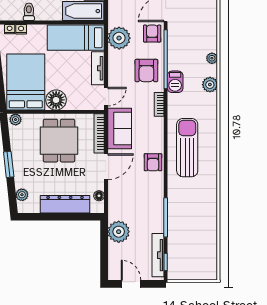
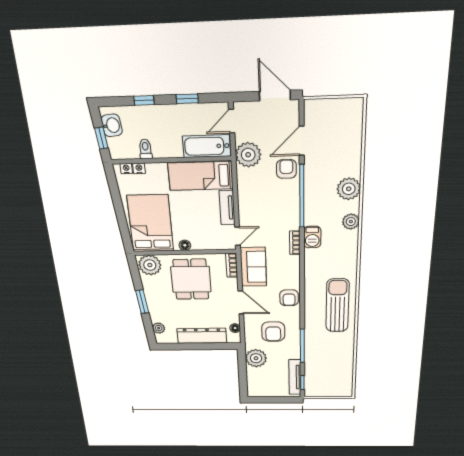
plant: (119, 38) -> (248, 155), moved
plant: (212, 58) -> (349, 189), width x1.88, depth x1.88
armchair: (146, 71) -> (273, 332), moved
barbecue: (175, 82) -> (312, 237), moved
floor lamp: (56, 100) -> (185, 245), width x0.53, depth x0.53
plant: (16, 120) -> (150, 265), width x1.87, depth x1.87
bookcase: (99, 133) -> (232, 265), width x0.64
sun lounger: (187, 148) -> (337, 305), moved
door: (106, 167) -> (241, 302), hinge flipped
door: (131, 284) -> (269, 400), removed

